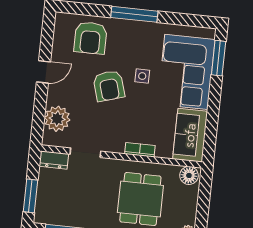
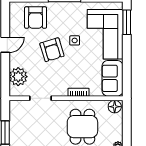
dresser: (54, 160) -> (19, 106), removed

